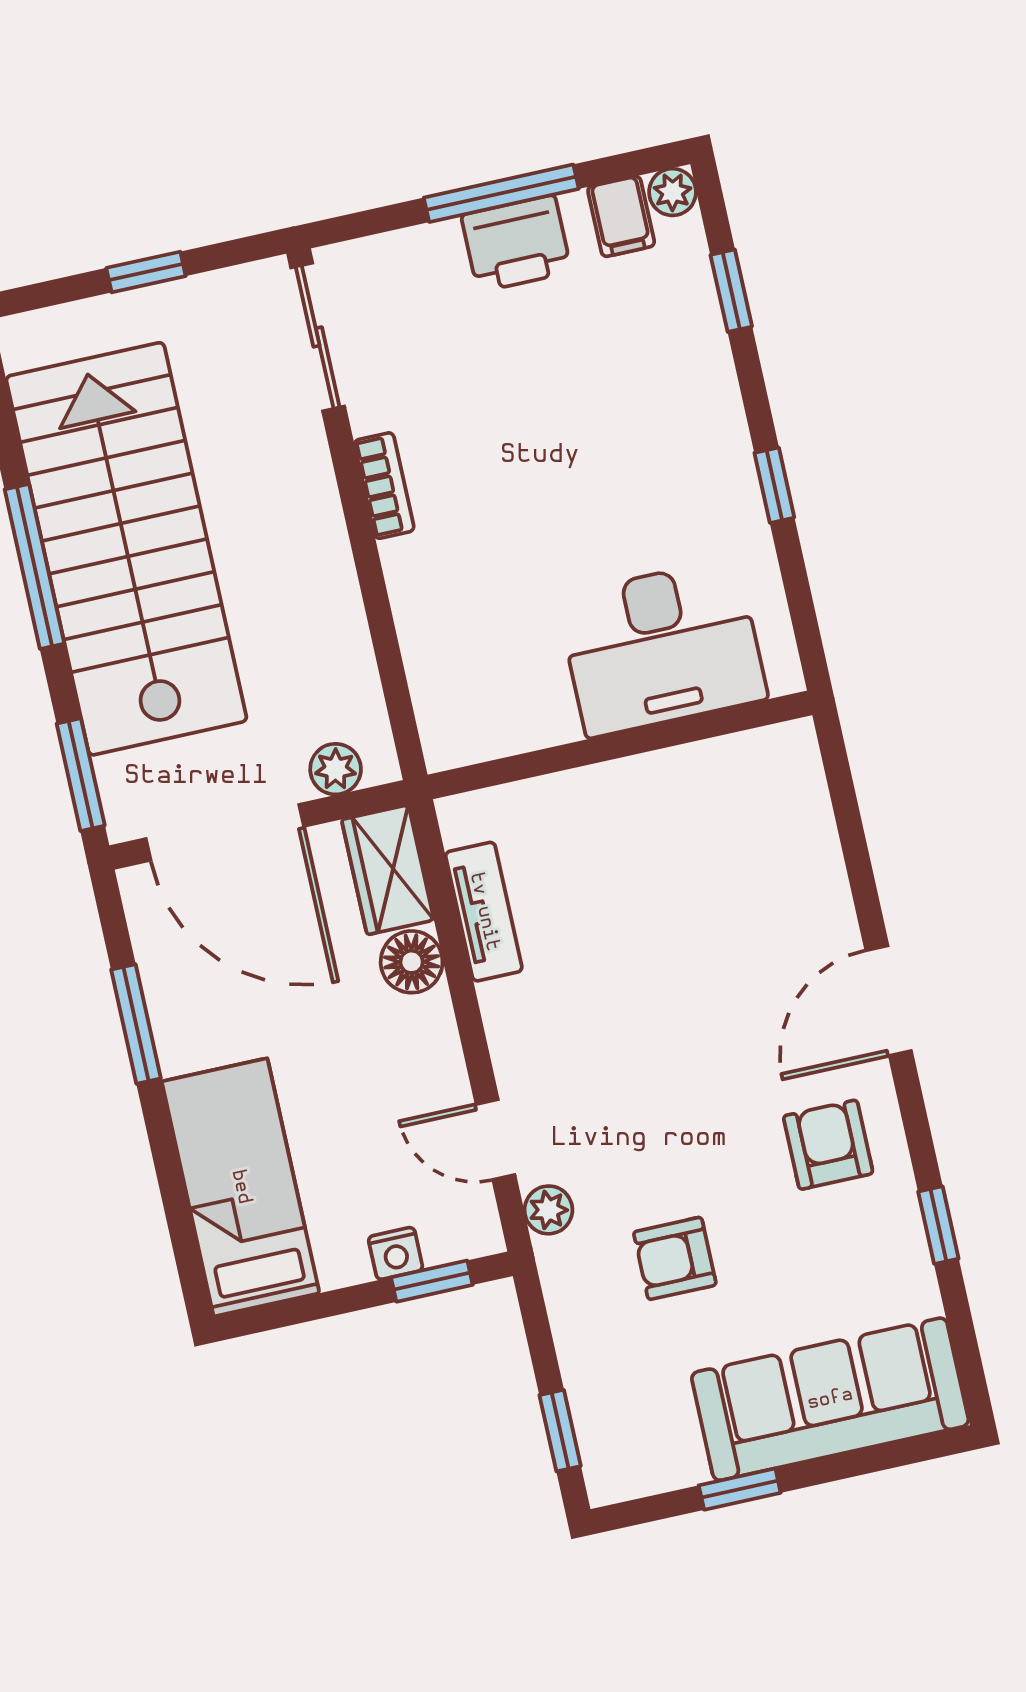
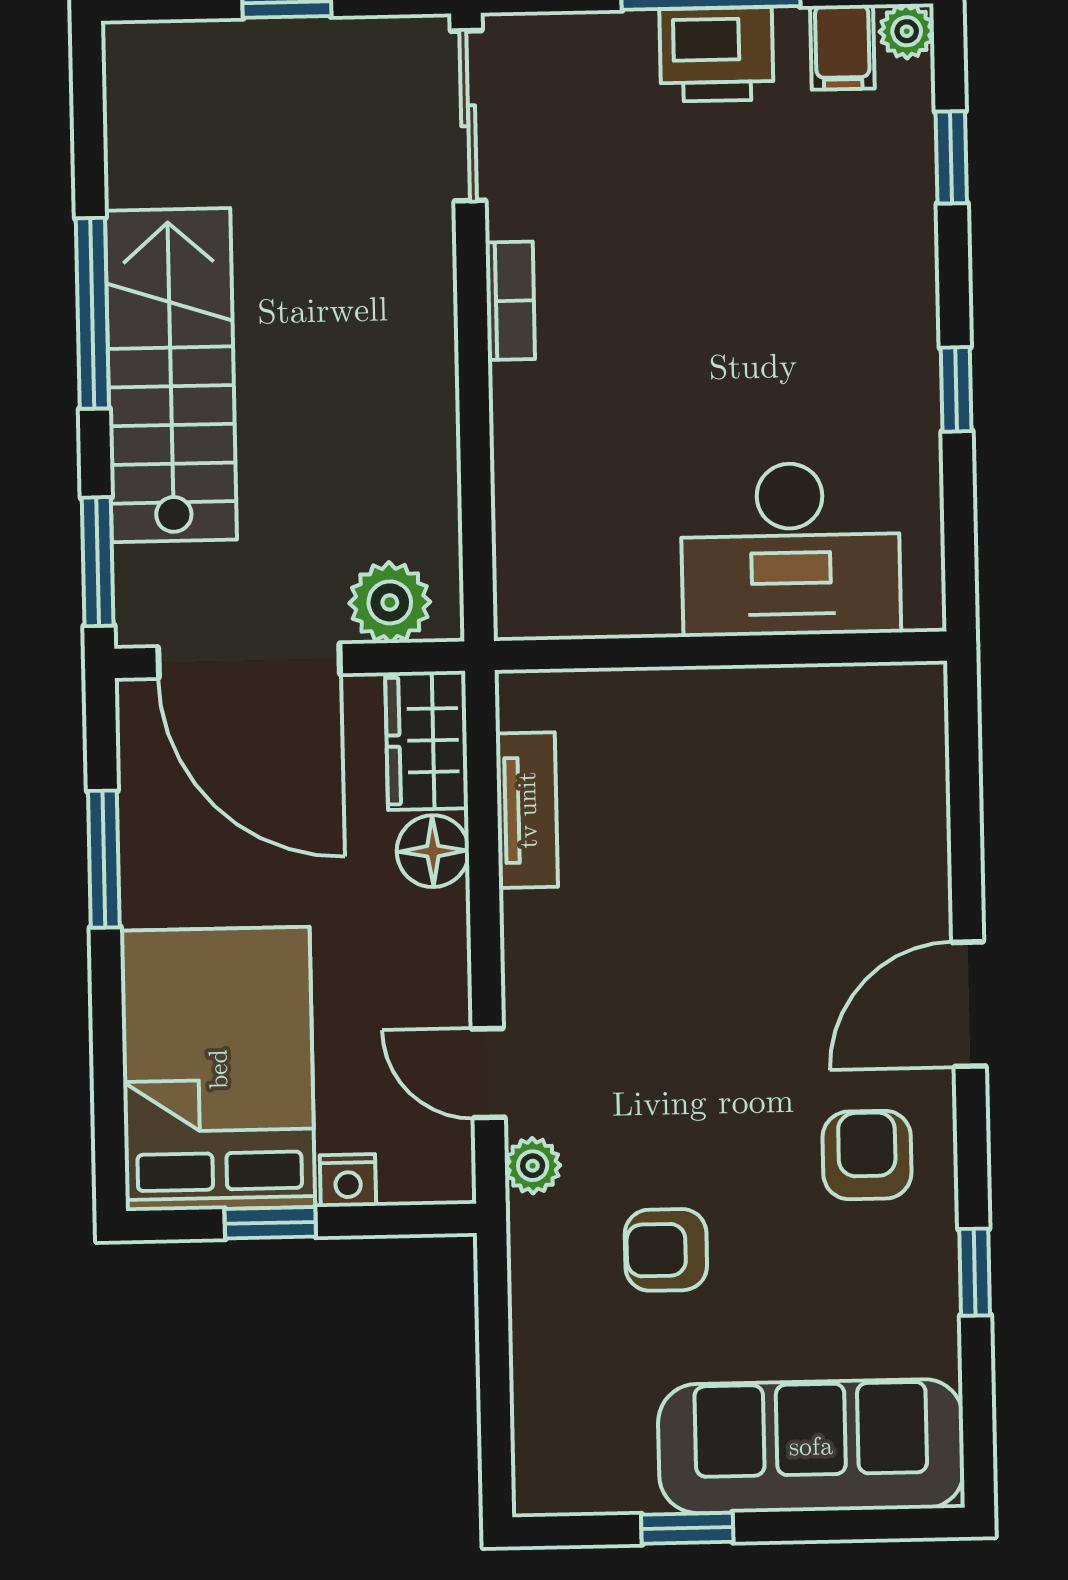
stairs: (126, 549) -> (171, 375), width x0.73, depth x0.66
plant: (336, 769) -> (390, 602), width x1.38, depth x1.38
bed: (241, 1187) -> (218, 1069), width x1.50
window: (432, 1281) -> (270, 1223), moved
window: (560, 1431) -> (495, 1420), removed

